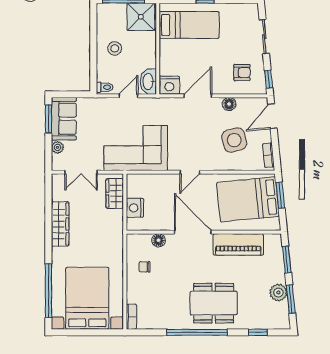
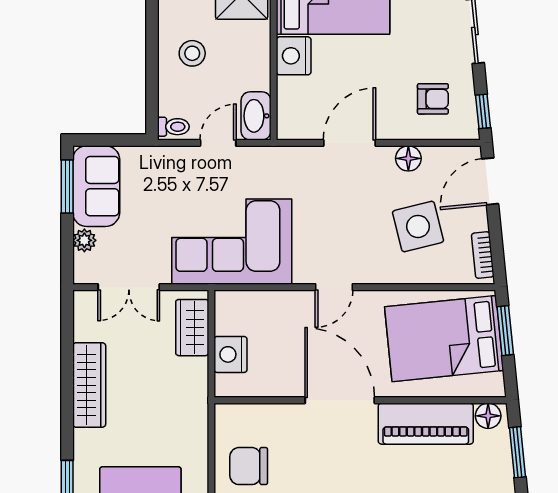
nightstand: (169, 85) -> (294, 56), moved, turned 90
floor lamp: (159, 240) -> (488, 416), moved
chair: (145, 267) -> (249, 466), width x1.87, depth x1.87

